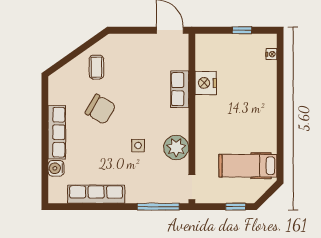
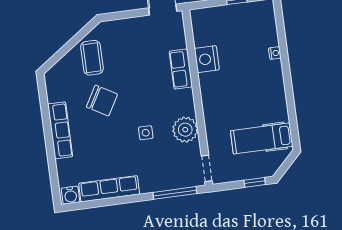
nightstand: (271, 54) -> (275, 53), moved
coffee table: (96, 67) -> (92, 58), width x1.36, depth x1.30
water cooler: (56, 168) -> (71, 195), moved, turned -90

